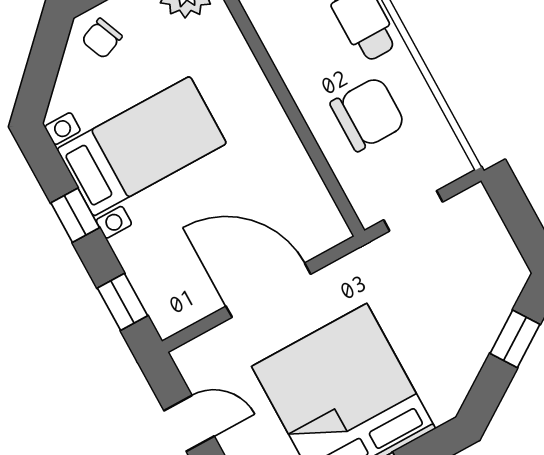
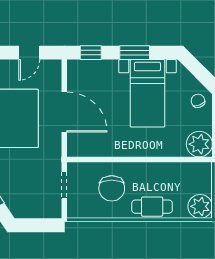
window: (75, 215) -> (135, 53), width x1.50
door: (268, 290) -> (64, 112), hinge flipped

